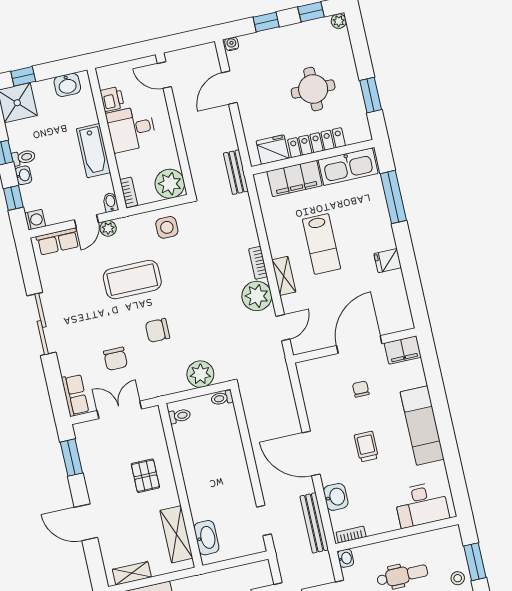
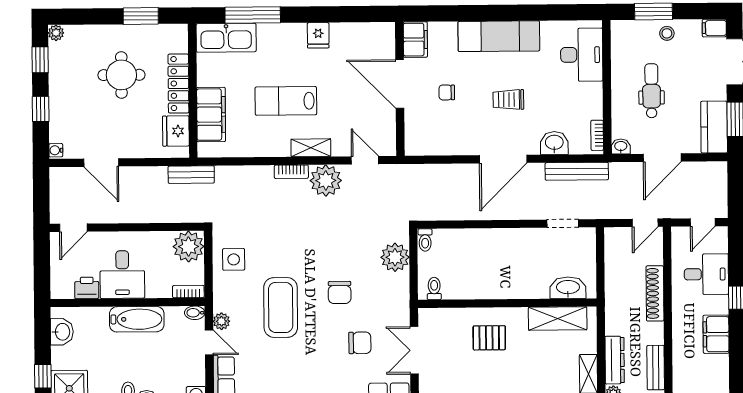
kitchen sink: (348, 167) -> (226, 38), moved, turned 90
lab bench: (322, 244) -> (286, 101), turned 180

